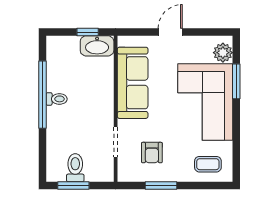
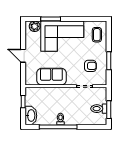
washbasin: (97, 46) -> (31, 116), moved
sofa: (133, 83) -> (51, 77), width x0.73

